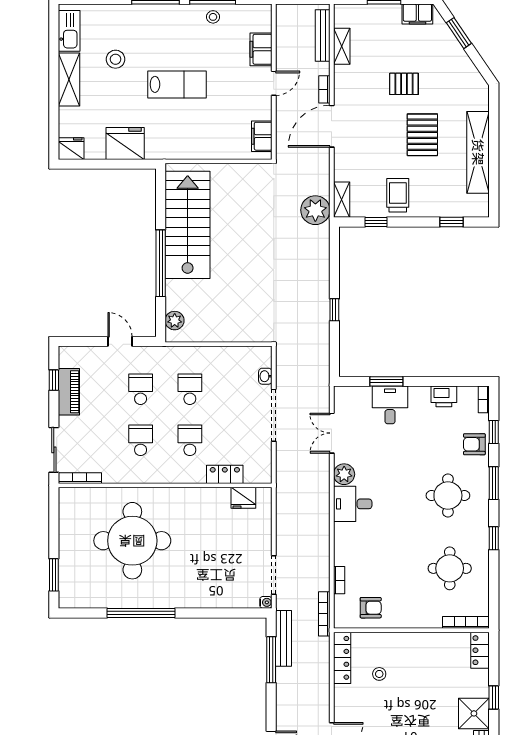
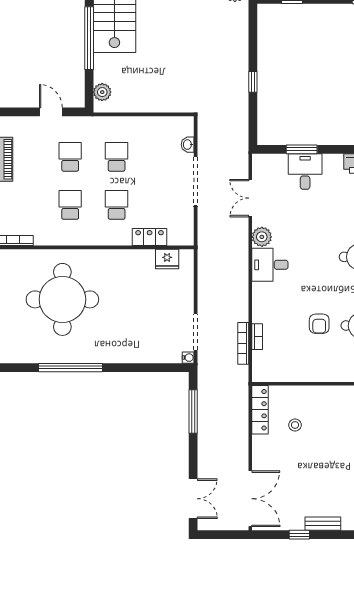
armchair: (371, 608) -> (319, 324), moved, turned 90
bookcase: (324, 614) -> (243, 343), moved
bench: (283, 638) -> (205, 391), removed

